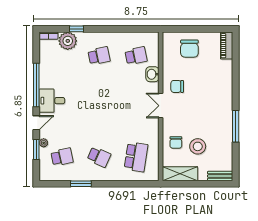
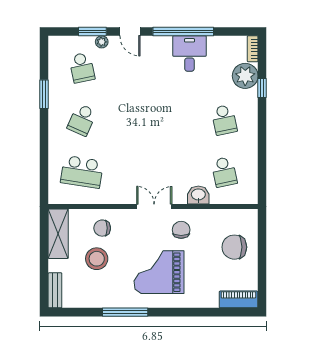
desk: (52, 101) -> (189, 54), moved
grand piano: (207, 102) -> (159, 272), added

